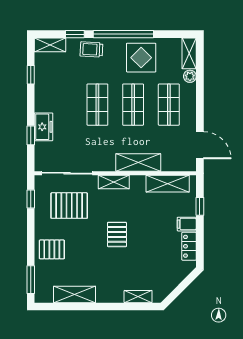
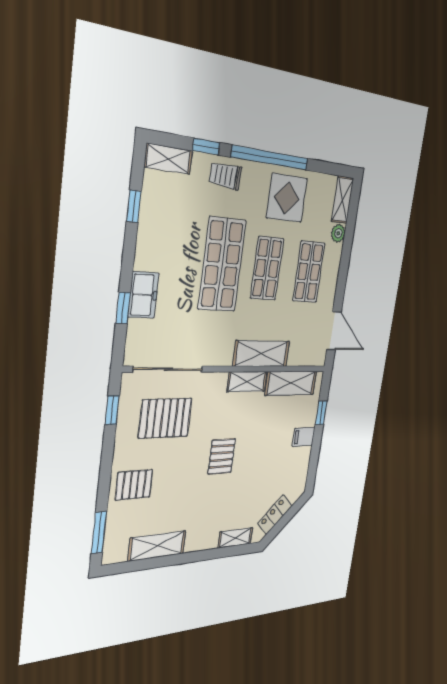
shop shelf: (97, 105) -> (222, 265), width x1.43, depth x1.36
shelving: (114, 182) -> (247, 382), moved
locker: (189, 246) -> (275, 515), moved, turned 45

